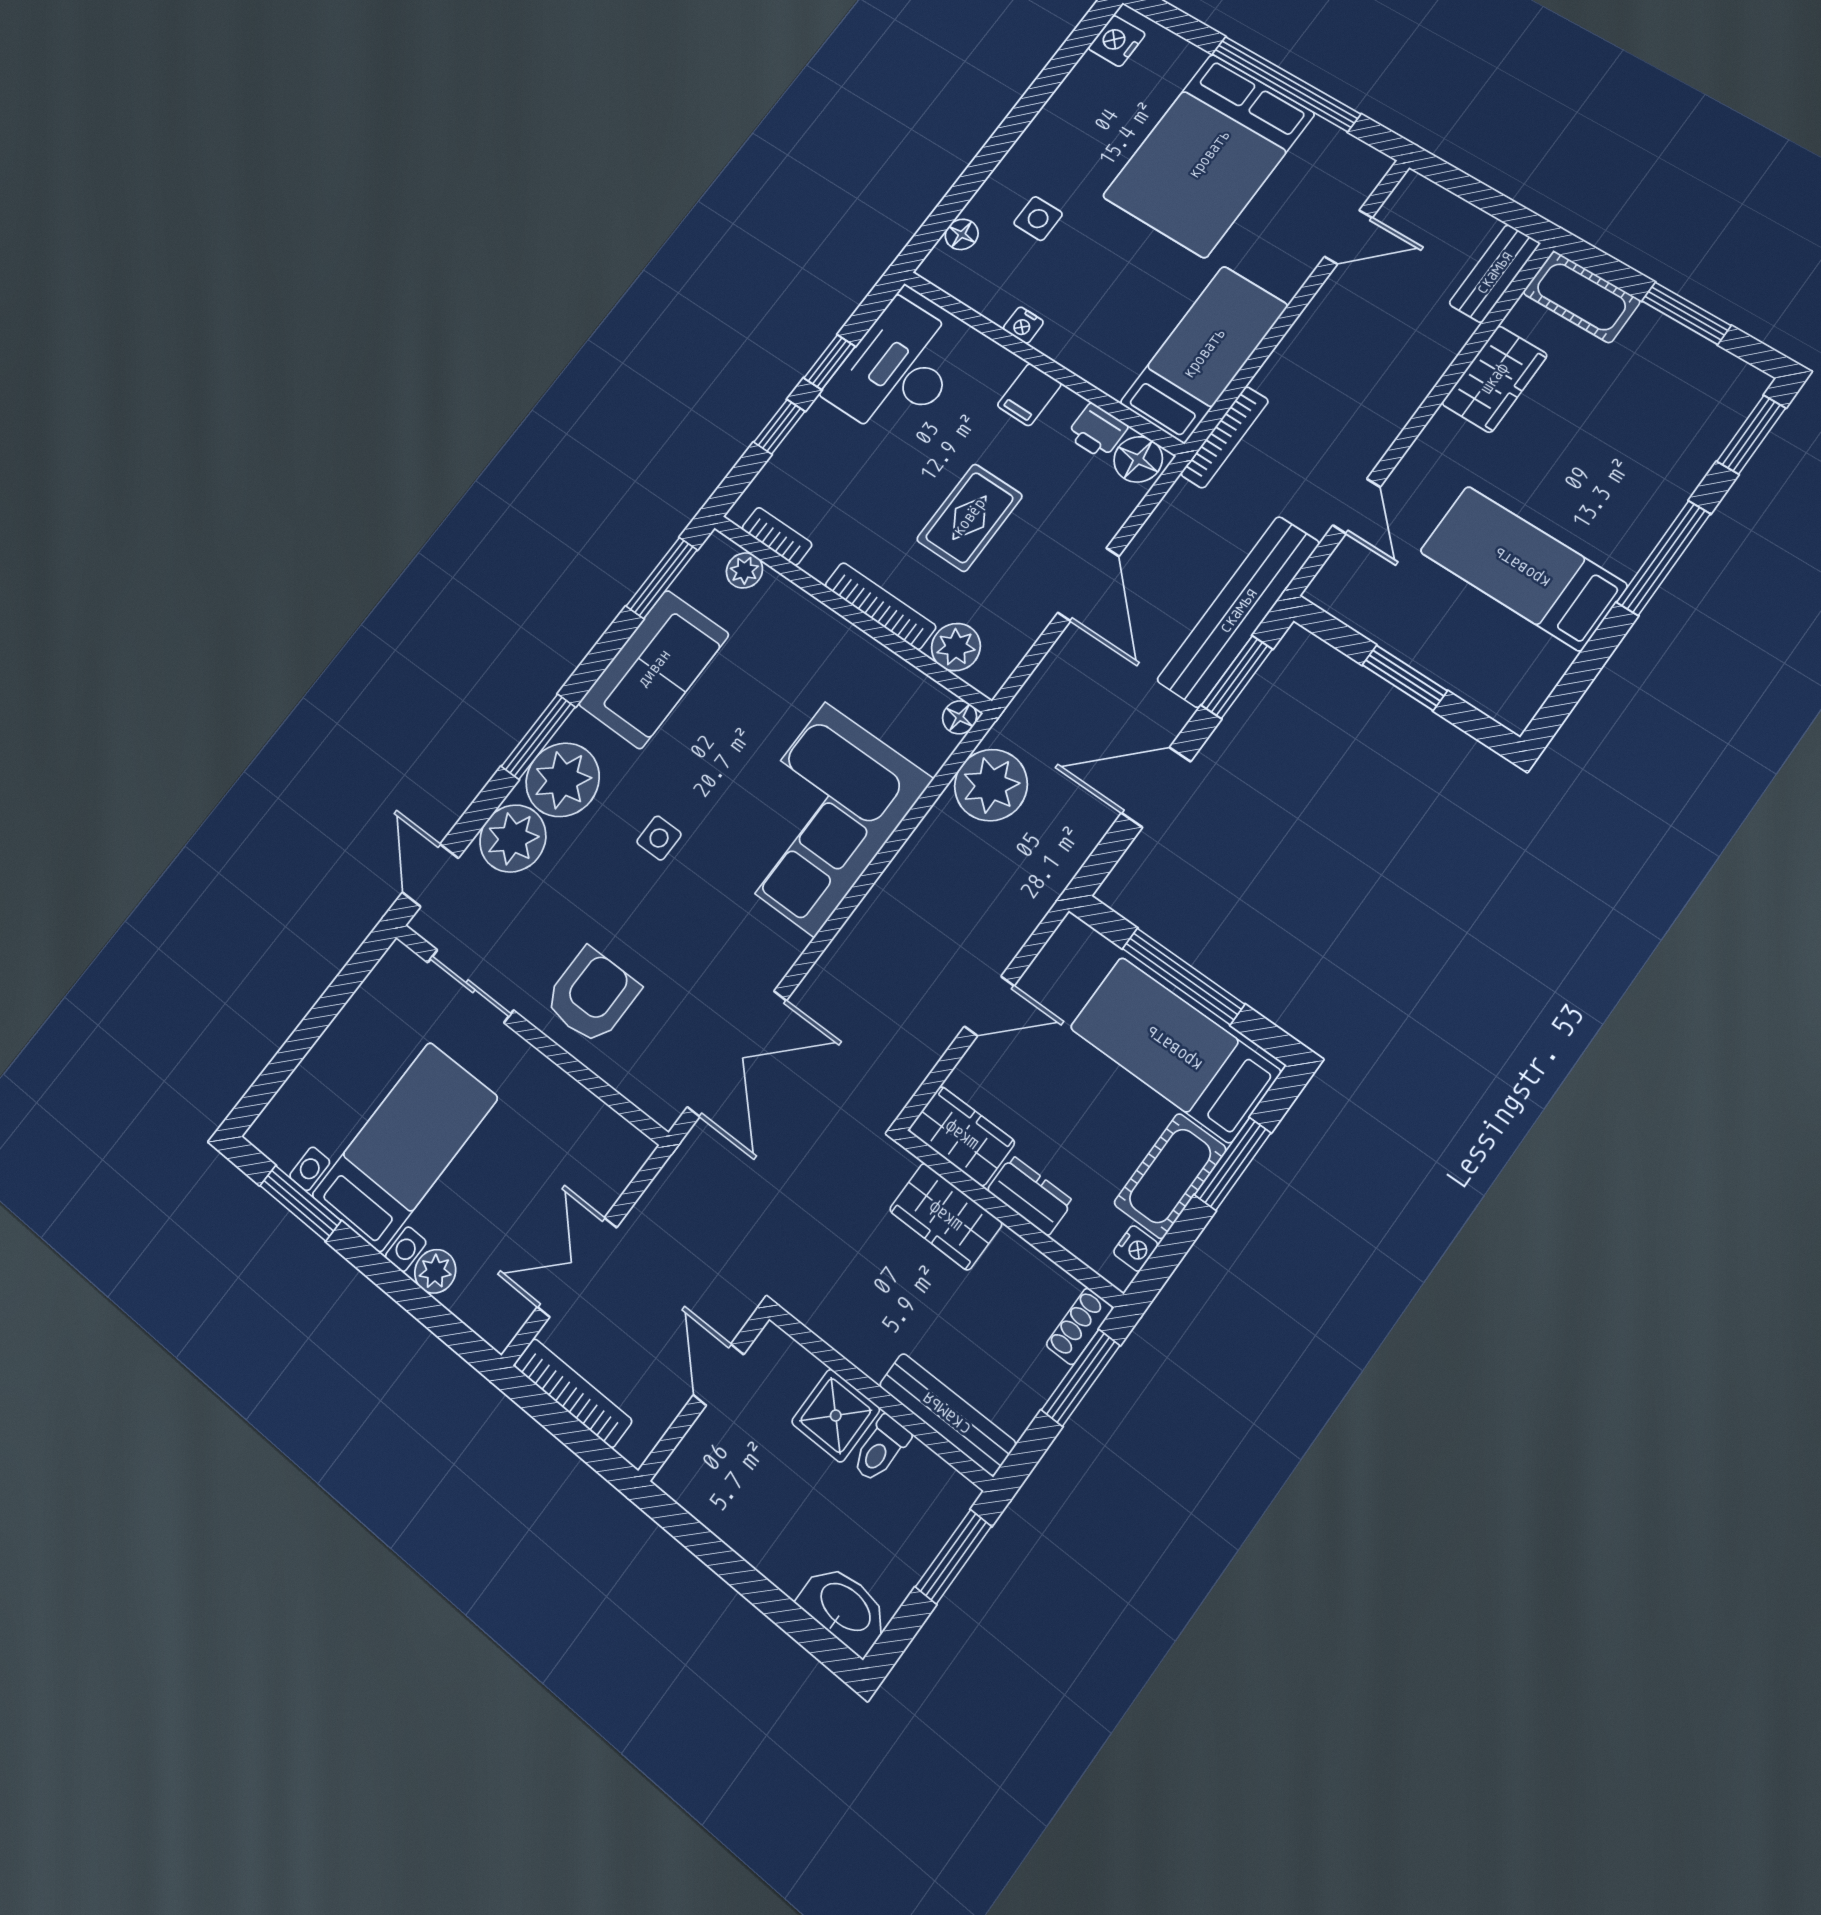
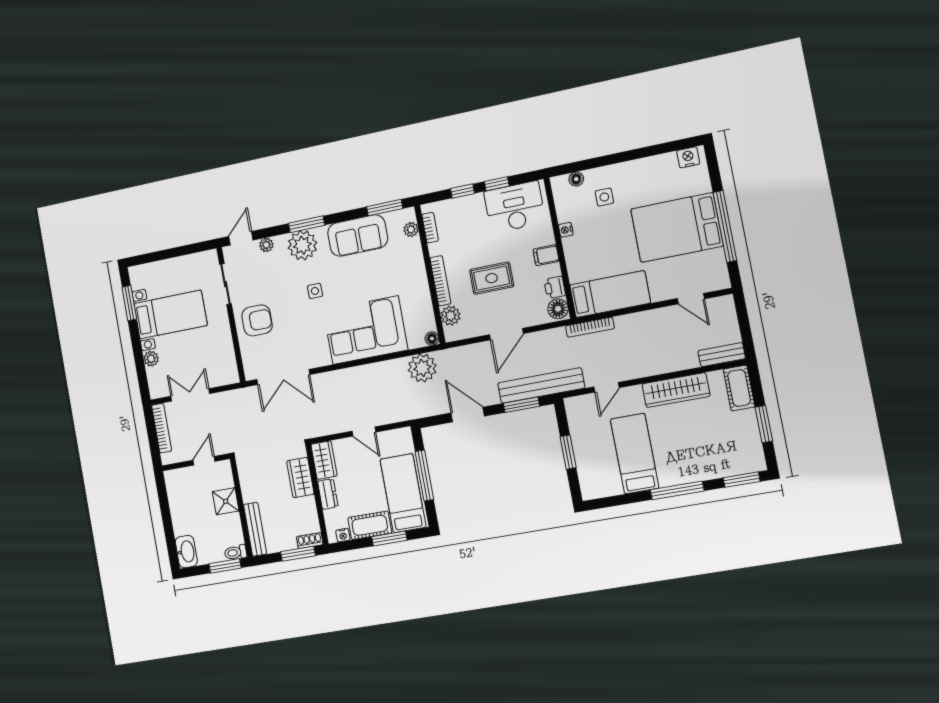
wardrobe: (1494, 379) -> (676, 390), width x1.50
plant: (513, 838) -> (266, 245), width x0.53, depth x0.53
toilet: (881, 1449) -> (236, 552), moved

